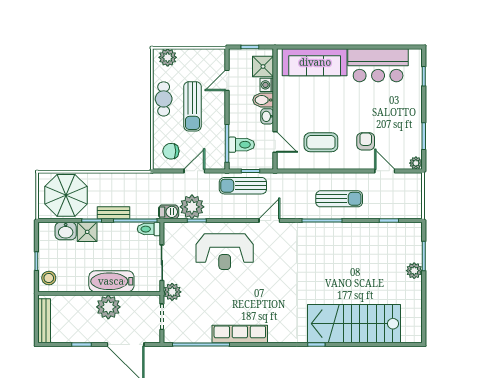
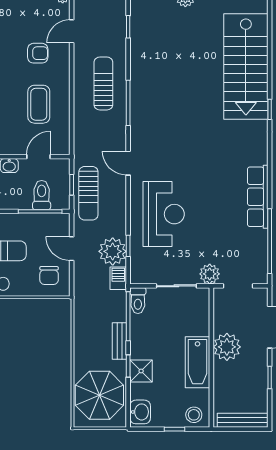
armchair: (366, 141) -> (38, 53), turned 180
washbasin: (66, 231) -> (140, 412), moved
bathtub: (111, 281) -> (197, 362), moved

